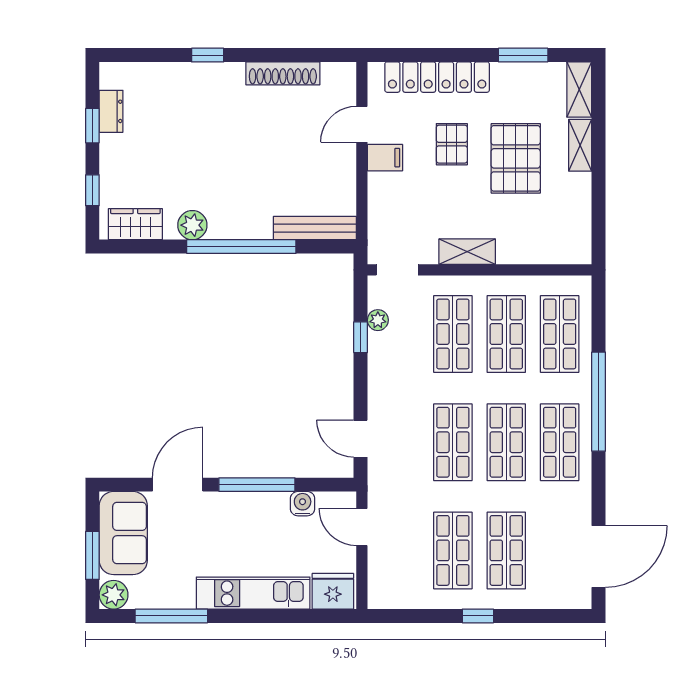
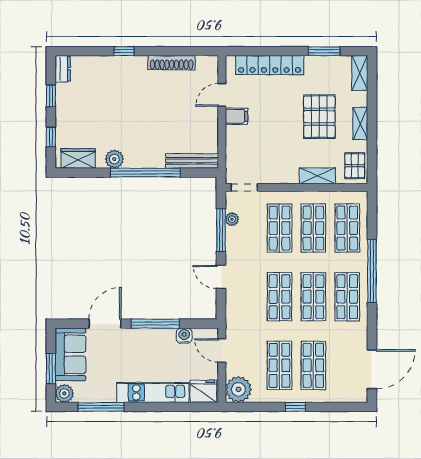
dresser: (111, 111) -> (63, 69), moved
pallet: (452, 144) -> (355, 166), moved
shelving: (580, 145) -> (360, 124), moved
shelving: (467, 252) -> (317, 176), moved
window: (361, 337) -> (221, 230), width x2.17
door: (361, 439) -> (221, 277), moved
plant: (388, 588) -> (238, 389), added

